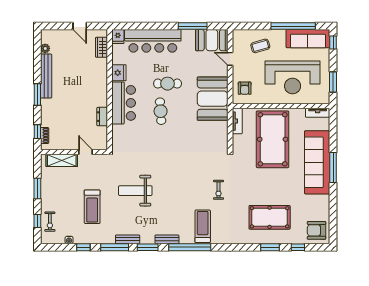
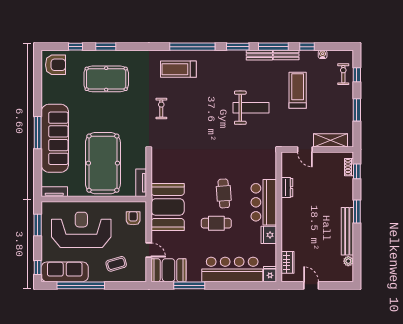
treadmill: (203, 226) -> (178, 69), turned 90
bench: (167, 239) -> (286, 55), moved

